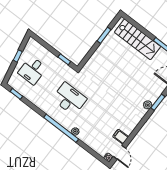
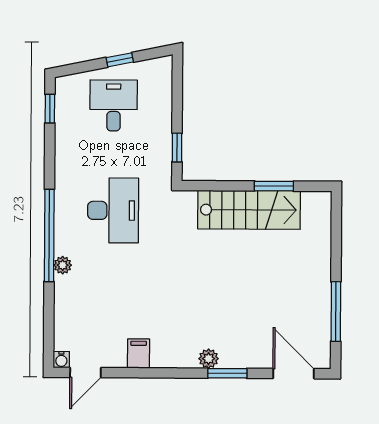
stairs: (138, 39) -> (249, 210), moved, turned -90
desk: (32, 70) -> (114, 105), turned 90
filing cabinet: (121, 137) -> (139, 354), moved

